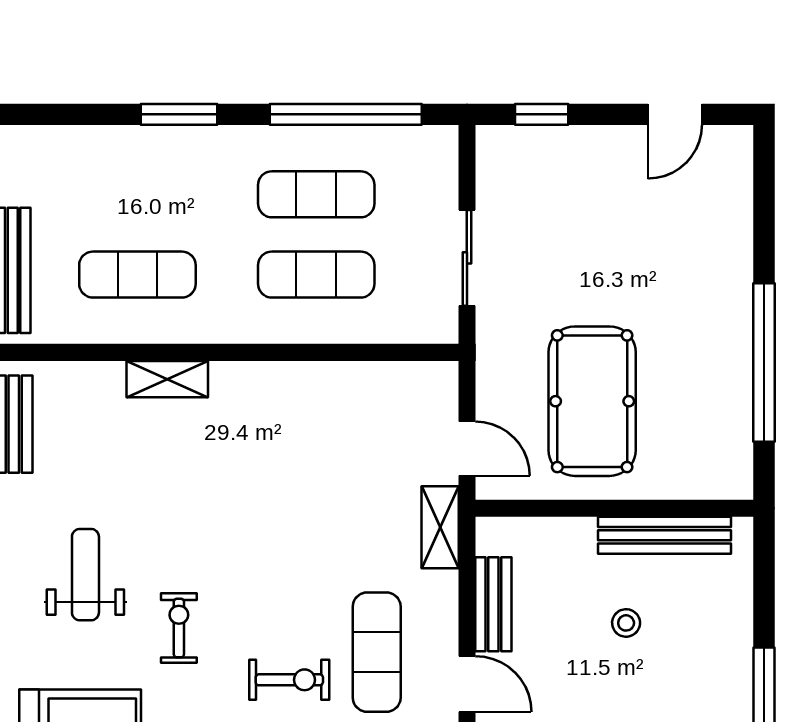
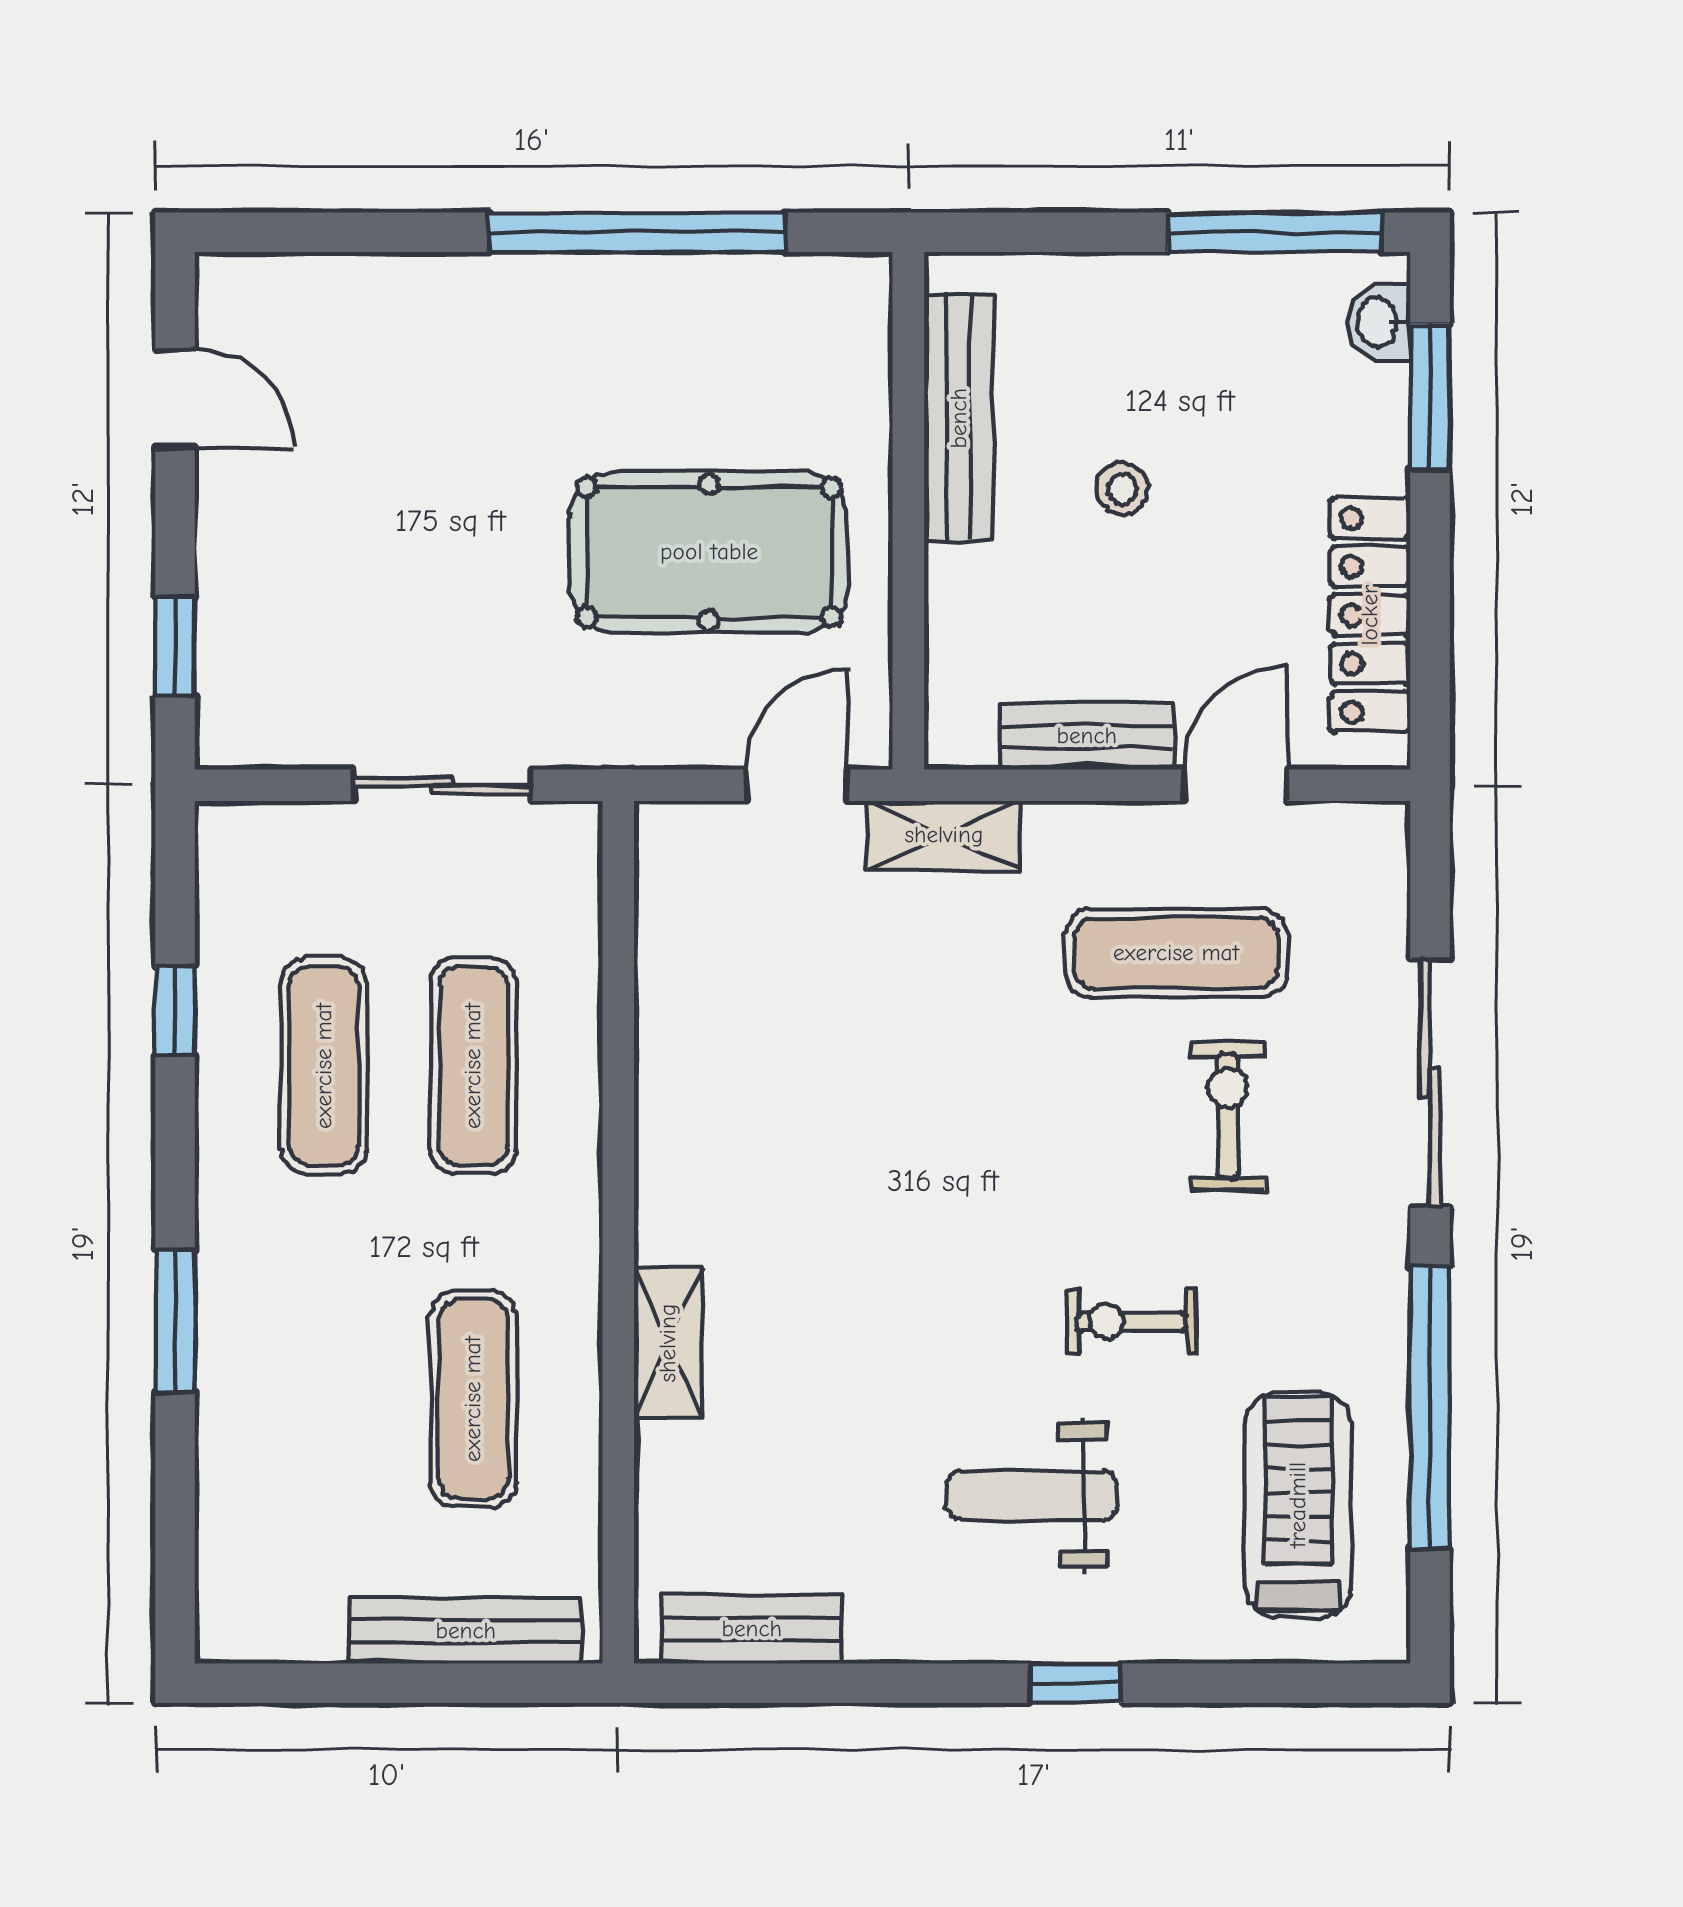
window: (346, 114) -> (175, 1011), width x0.32

